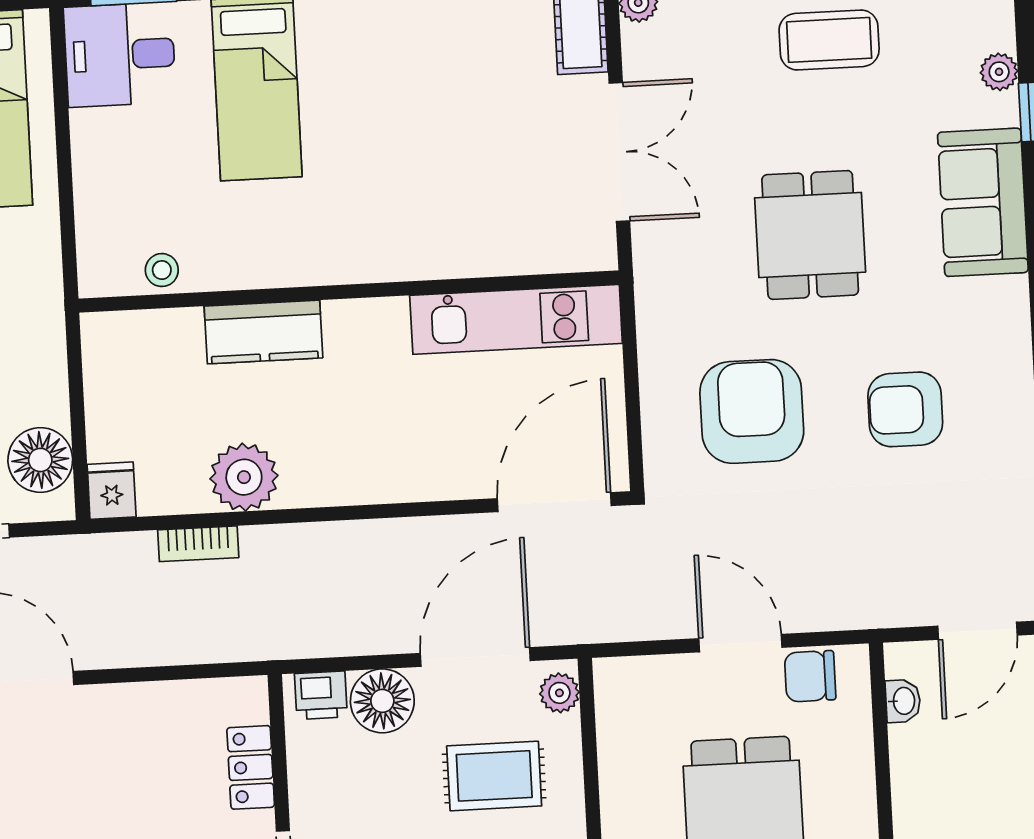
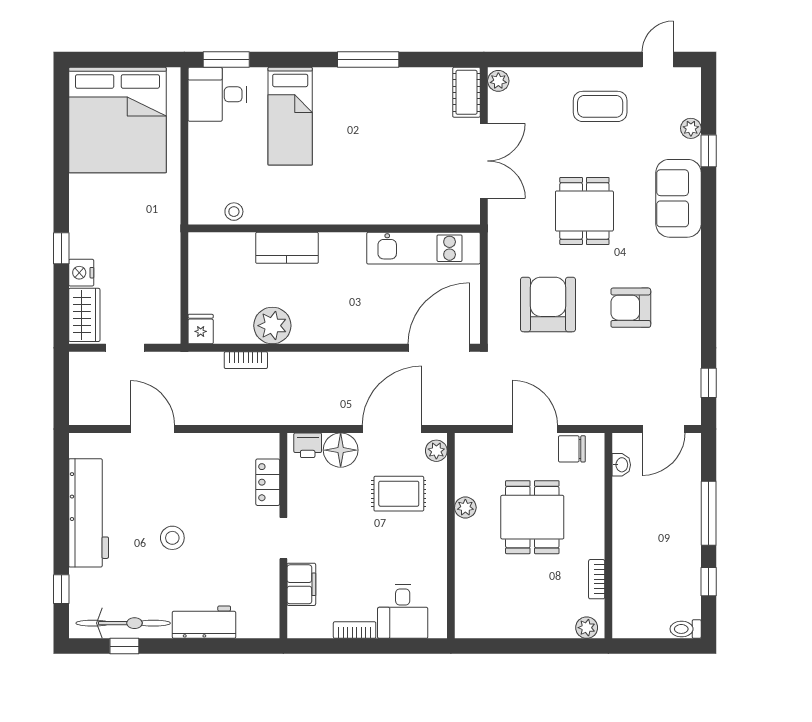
floor lamp: (40, 460) -> (163, 311), removed
plant: (619, 795) -> (465, 508), added

